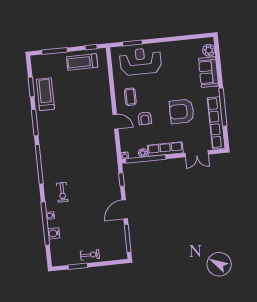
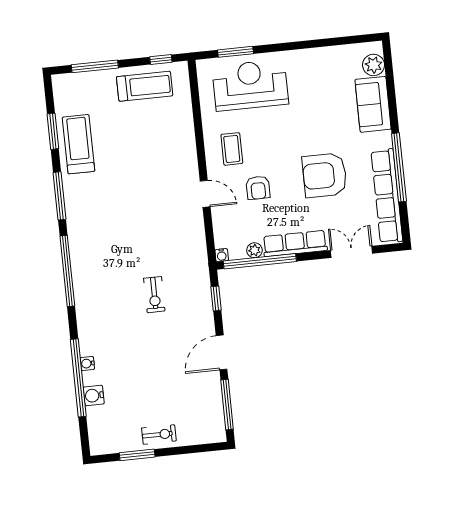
treadmill: (82, 62) -> (145, 86), turned 180
double door: (197, 154) -> (352, 252), swing flipped
exercise bike: (62, 192) -> (154, 295), moved

